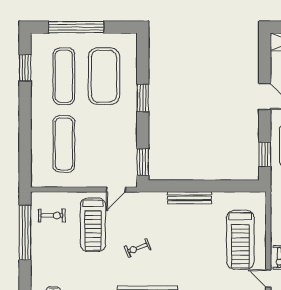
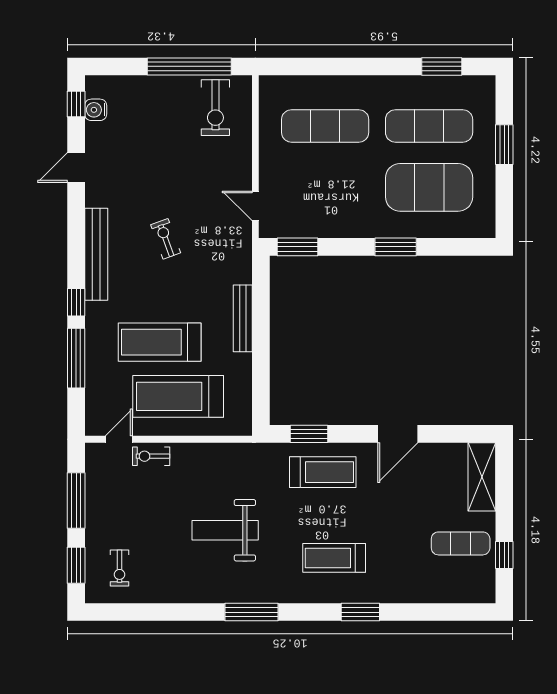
window: (76, 27) -> (504, 145), width x0.47
exercise bike: (52, 216) -> (215, 108), width x1.38, depth x1.39
treadmill: (93, 225) -> (160, 342), moved

